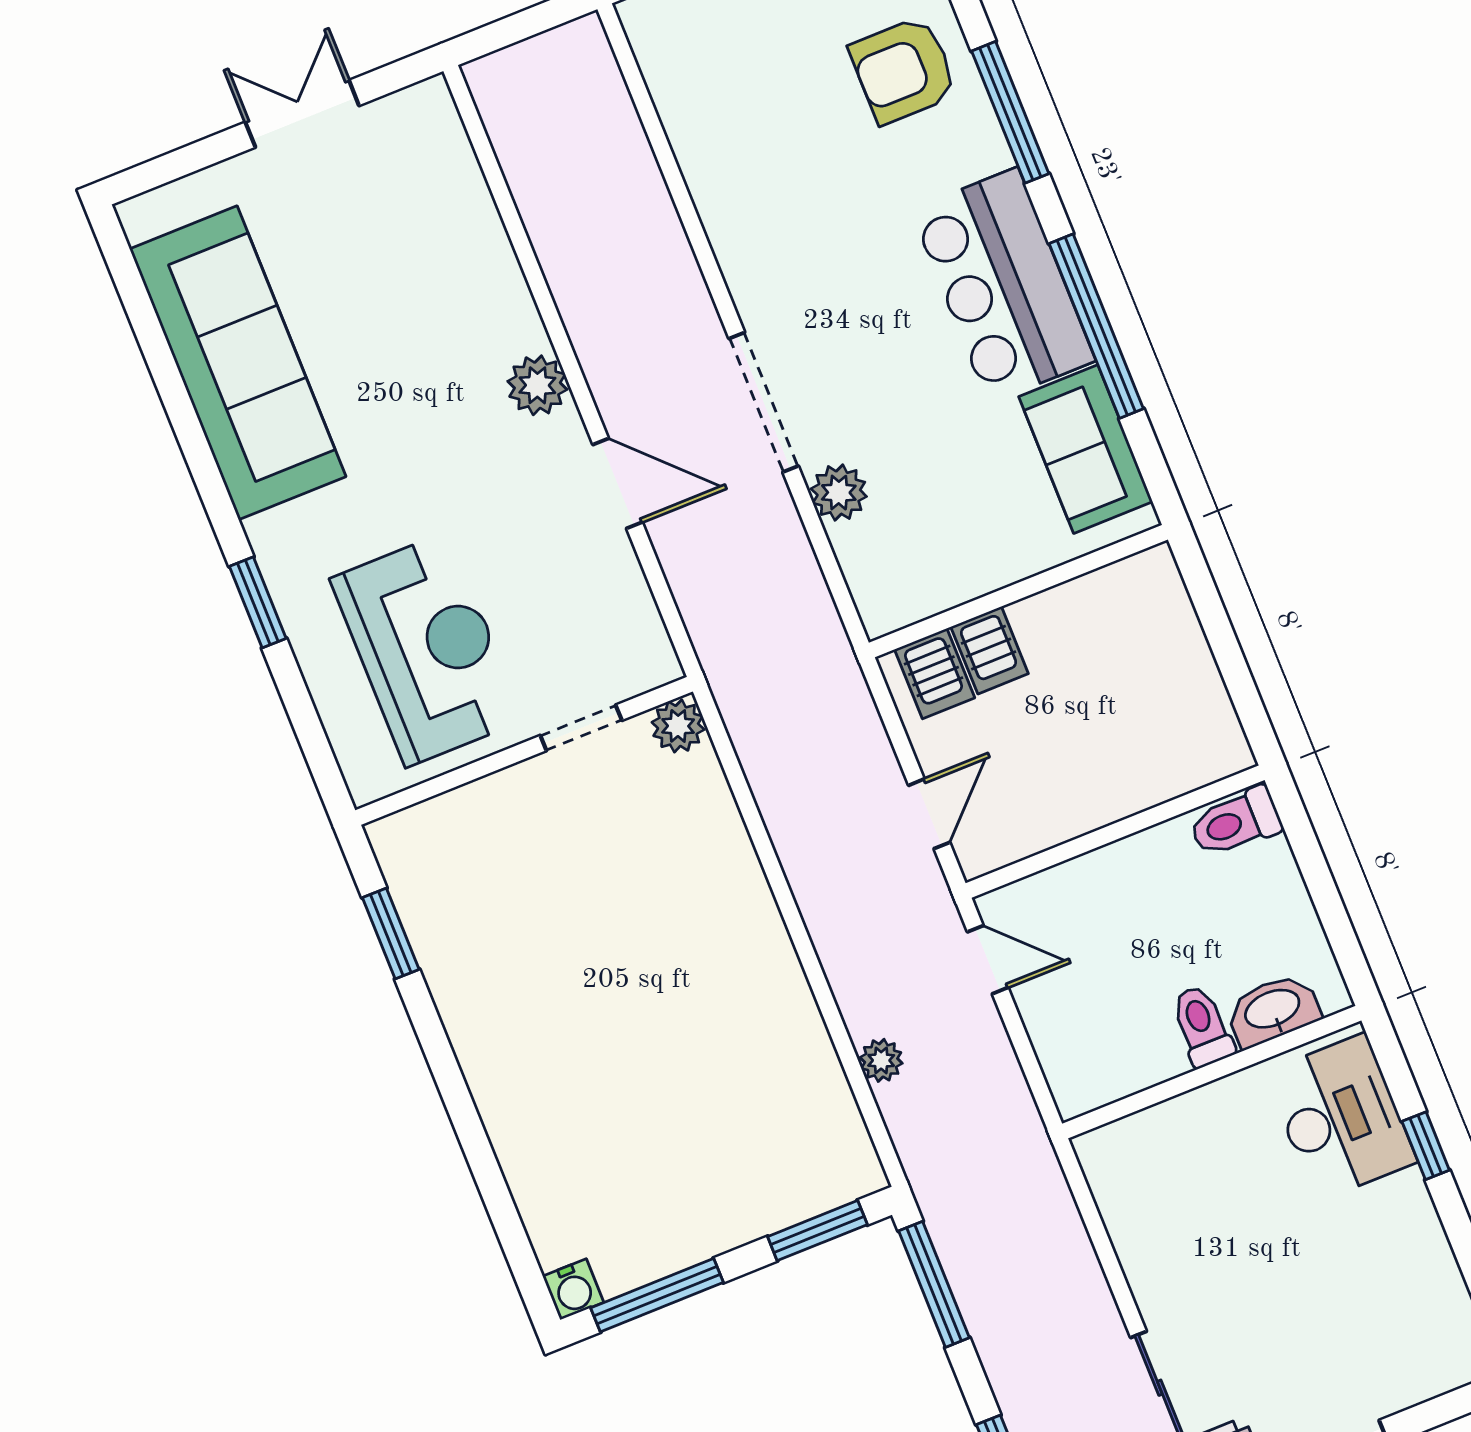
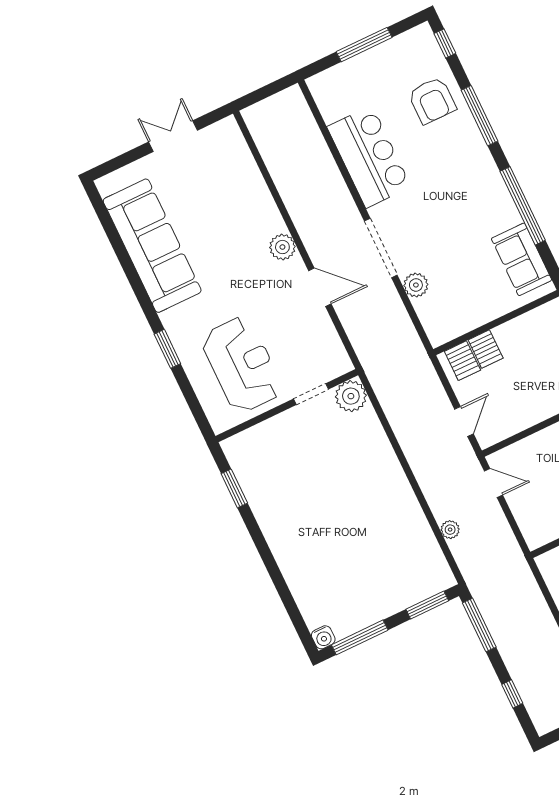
armchair: (904, 70) -> (432, 100), turned -90
bar counter: (1003, 285) -> (369, 157), moved, turned 180
plant: (678, 726) -> (351, 396), width x1.36, depth x1.36

